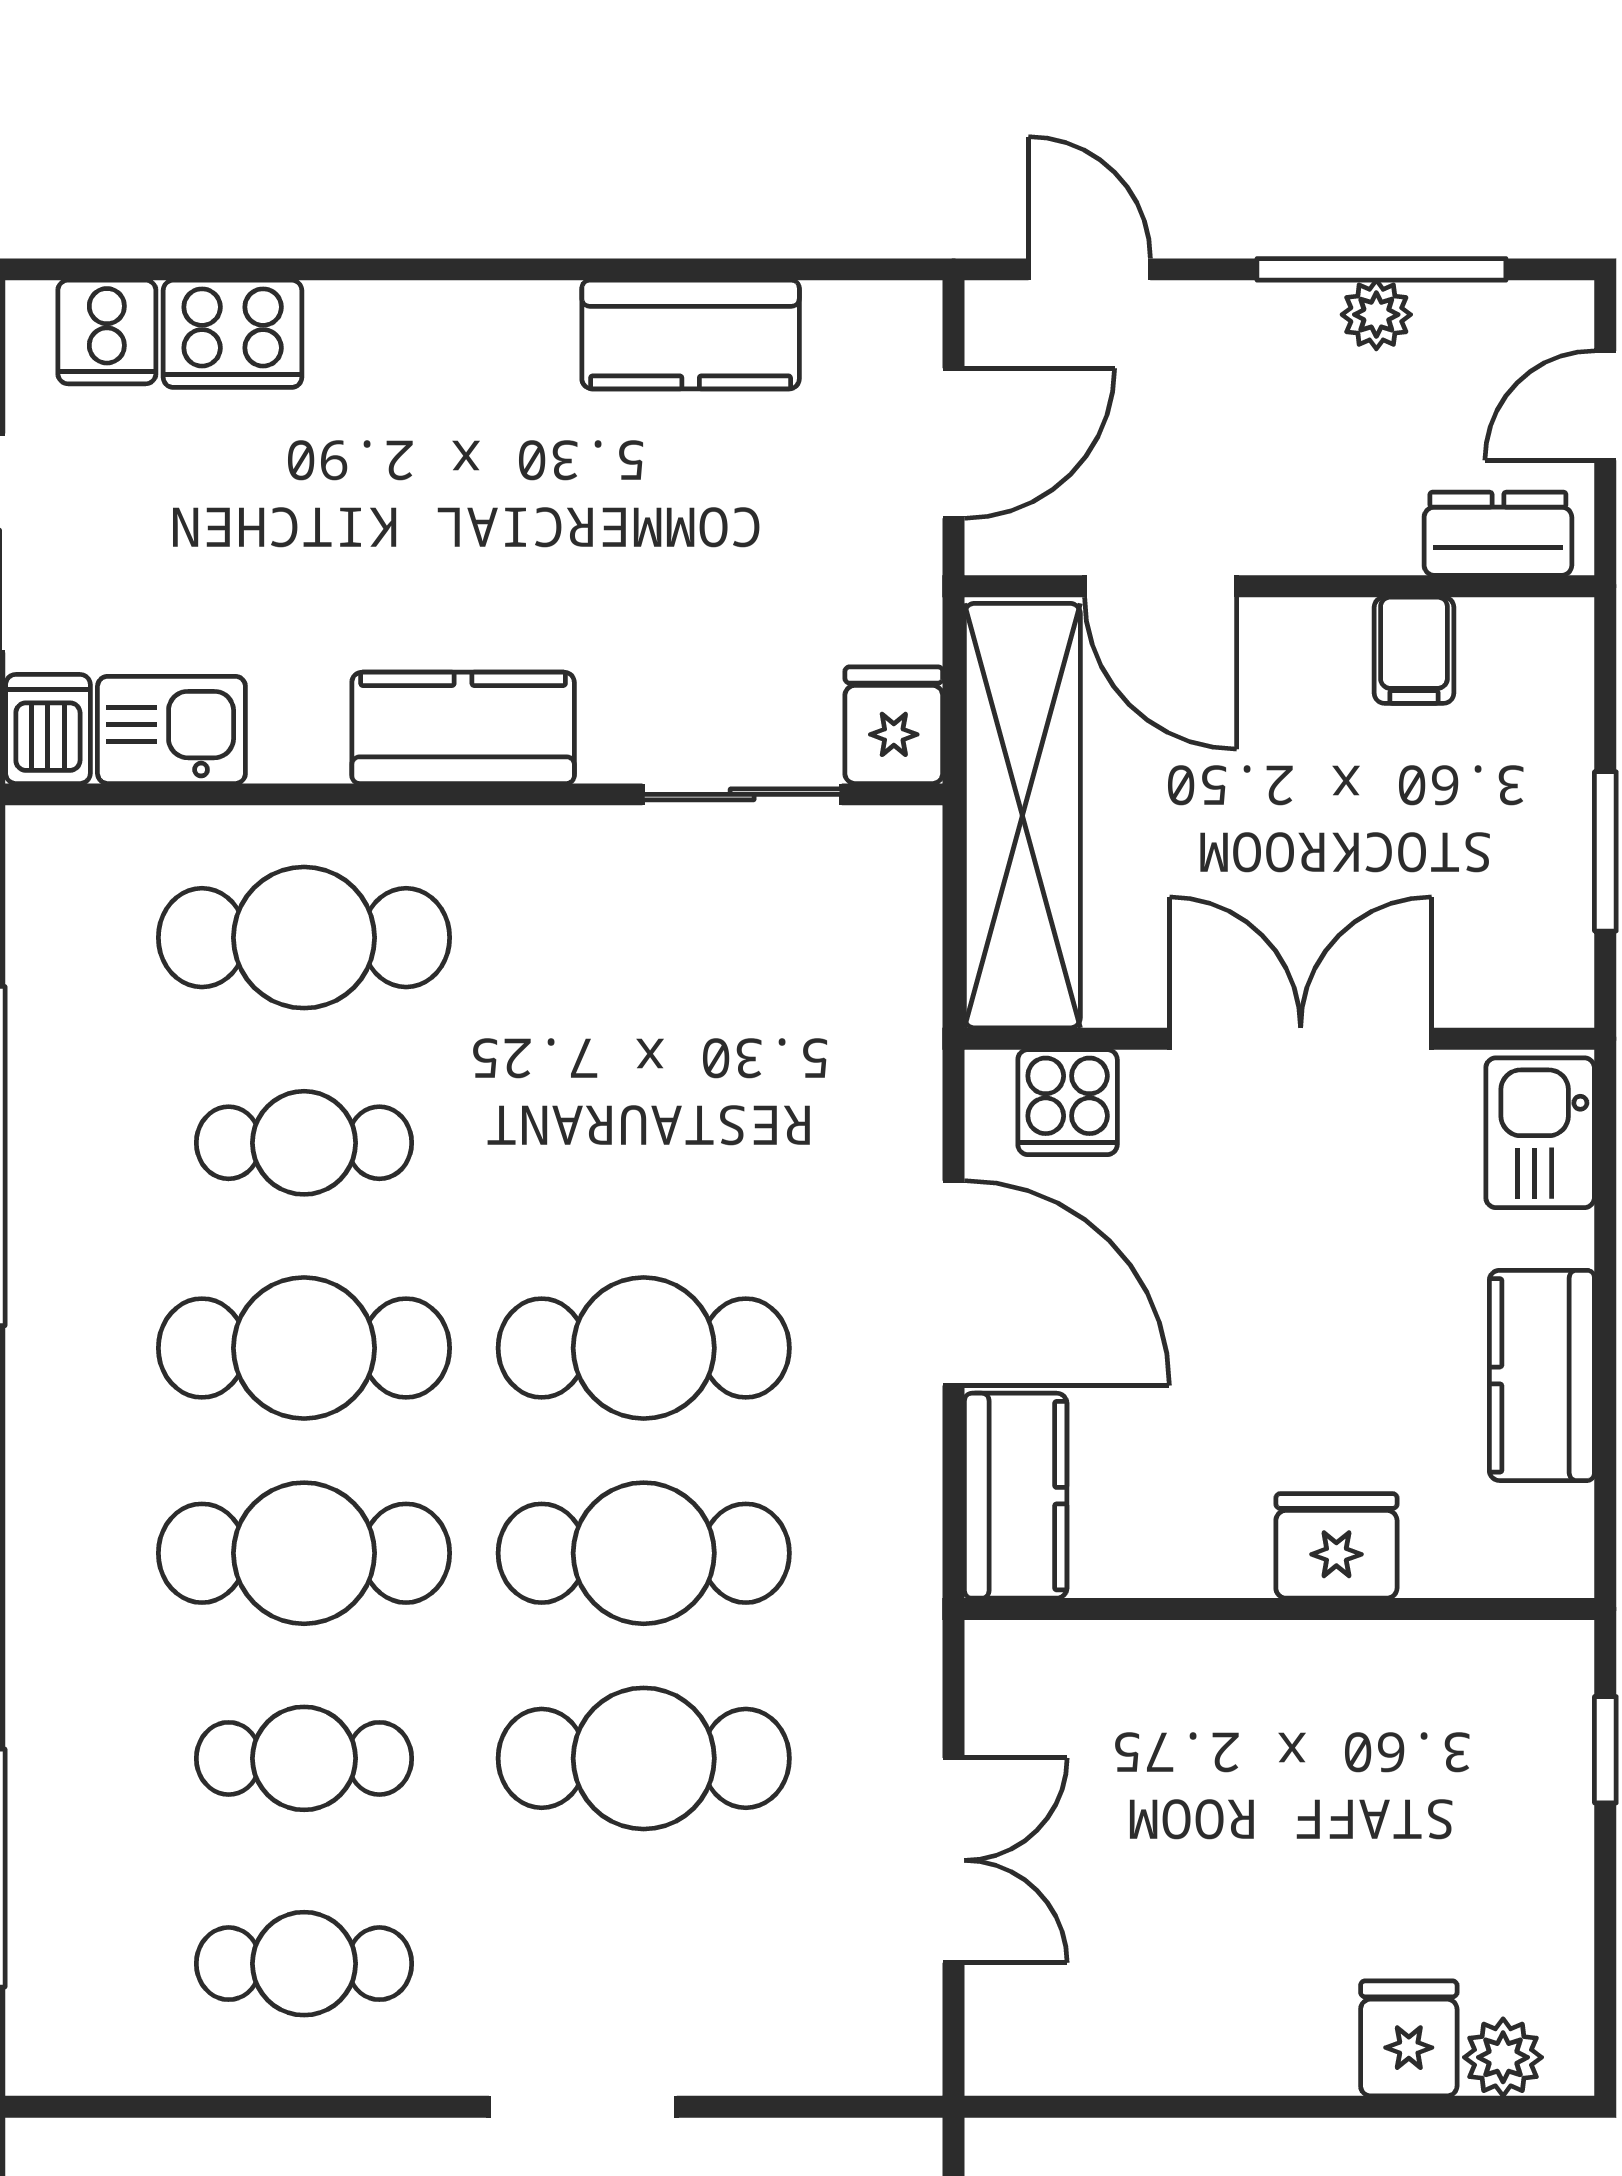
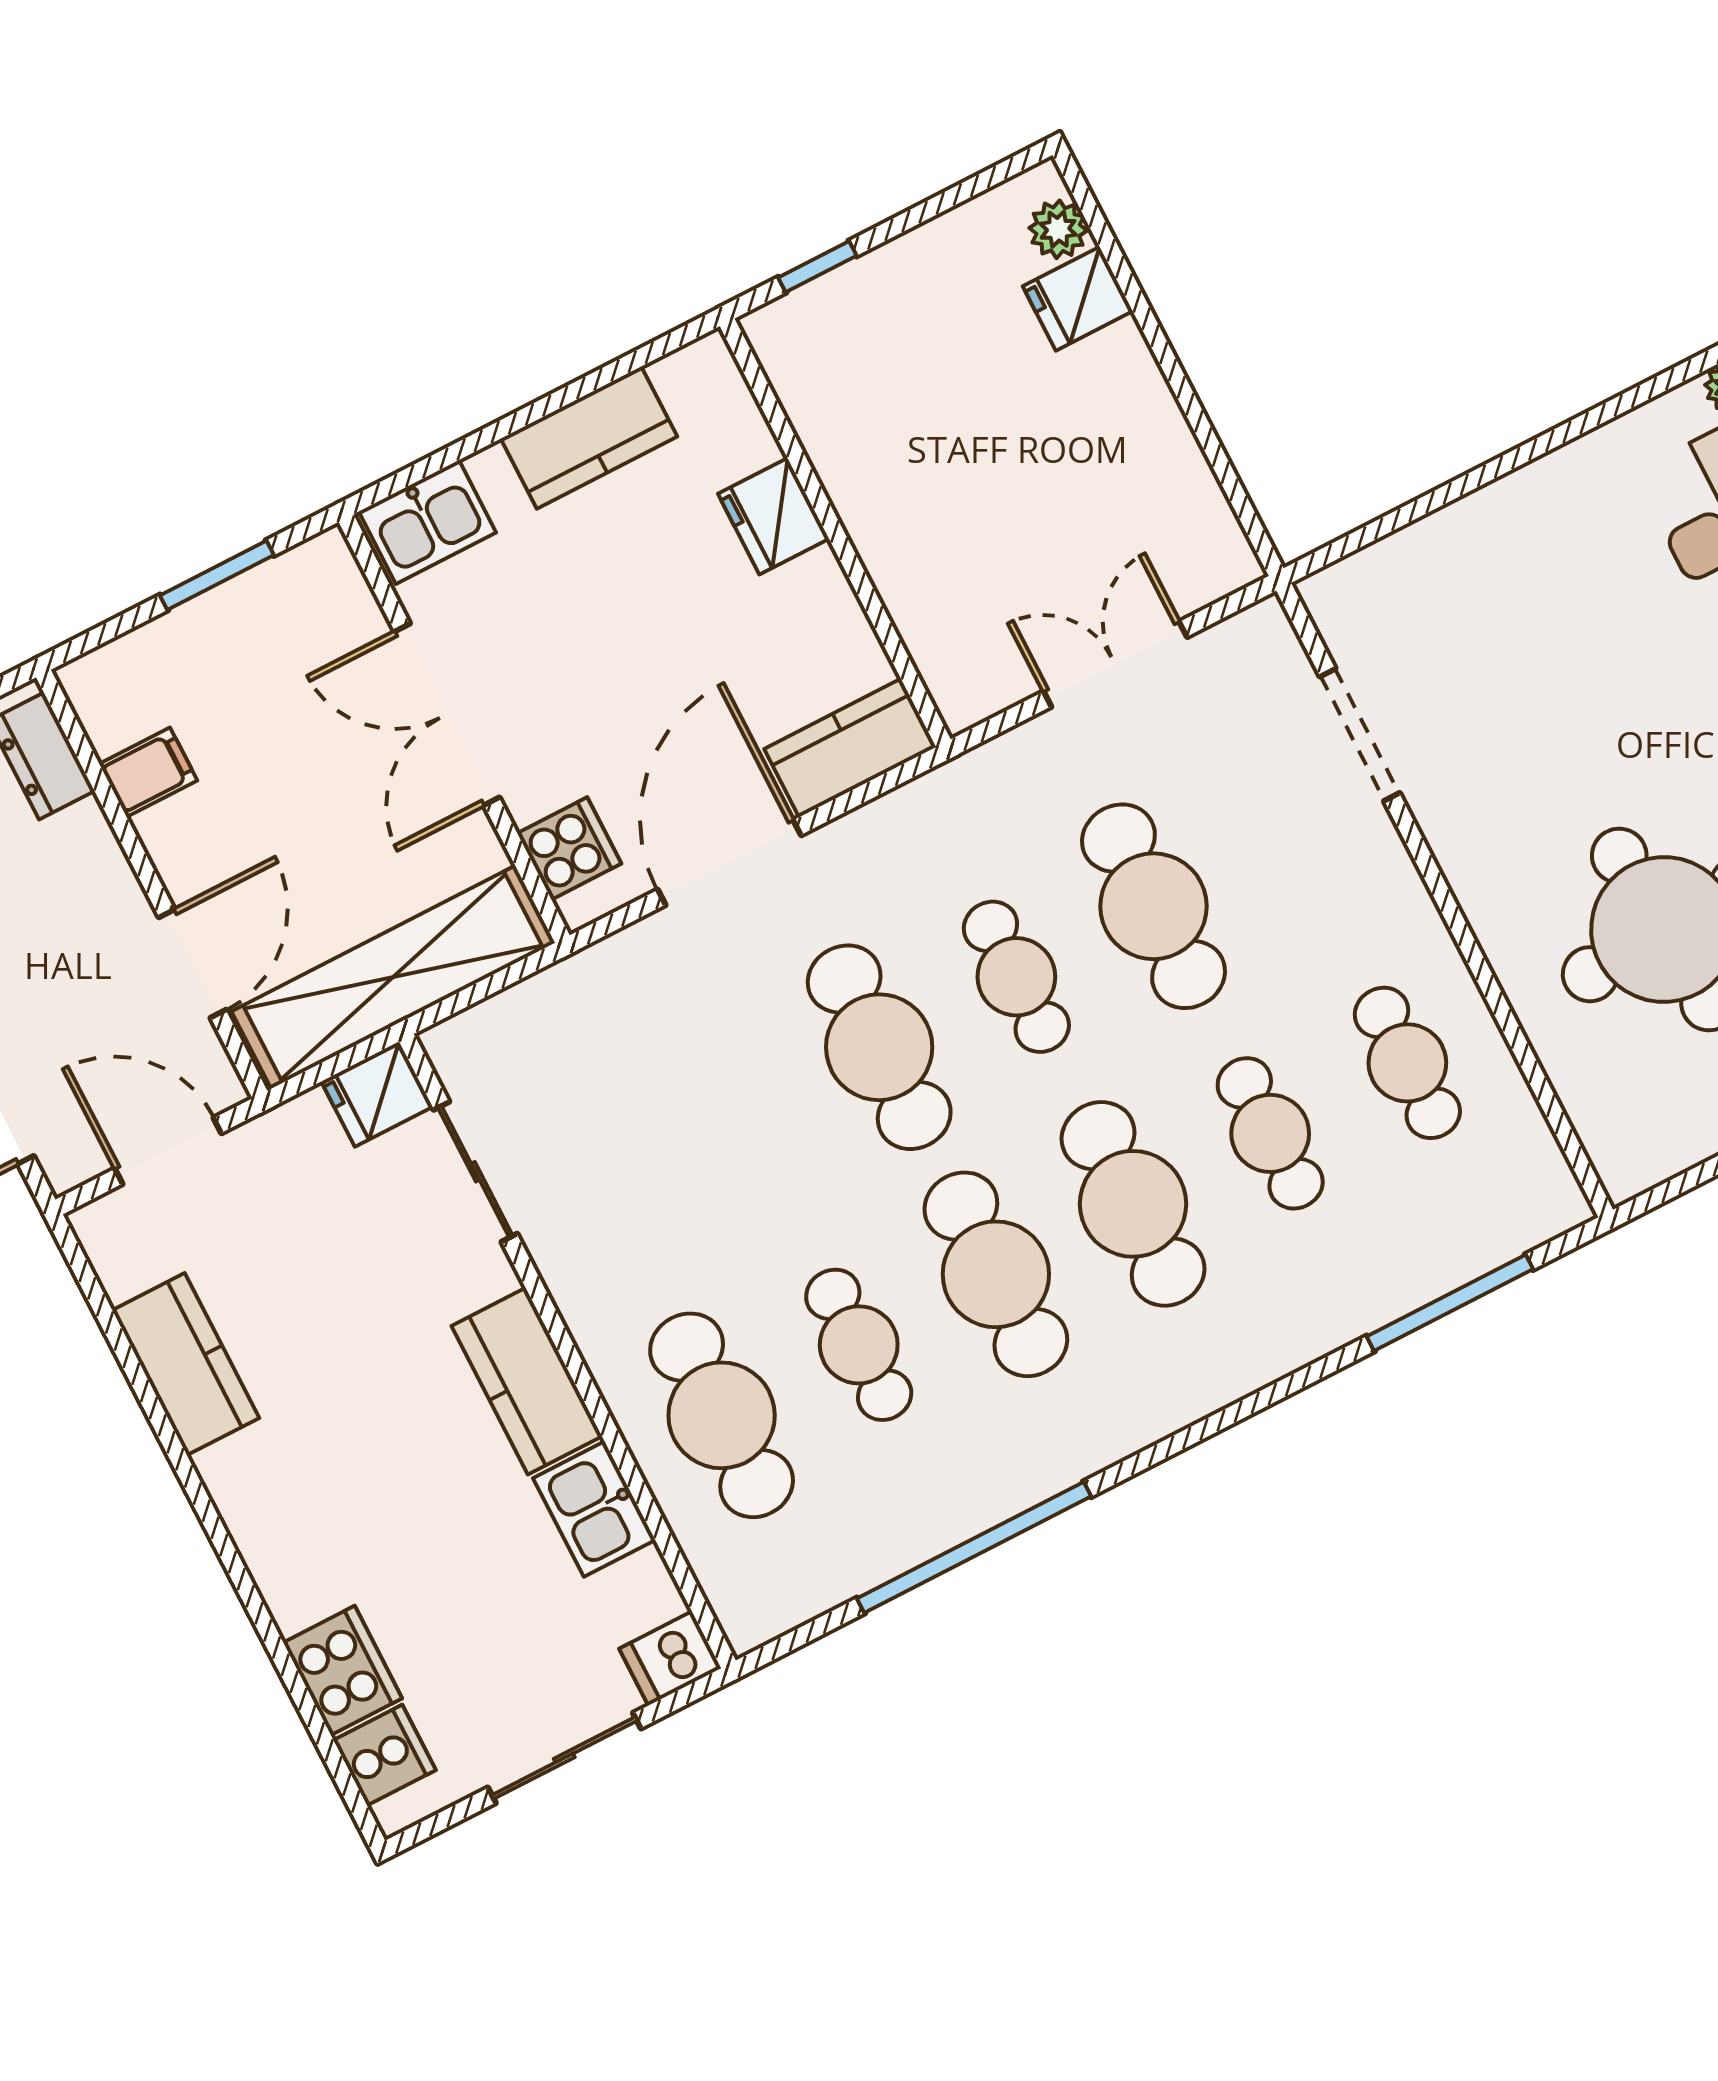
kitchen sink: (171, 730) -> (594, 1509), moved
cafe table: (644, 1553) -> (1016, 977), width x0.73, depth x0.74
doorway: (583, 2107) -> (1360, 735), moved

